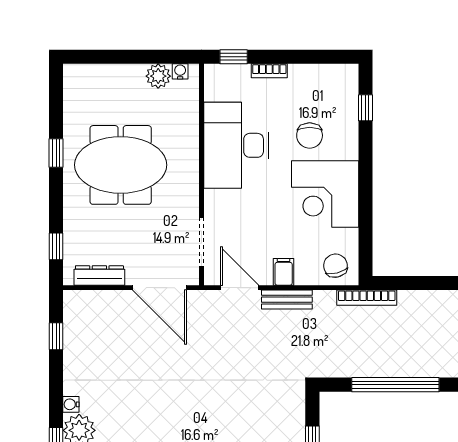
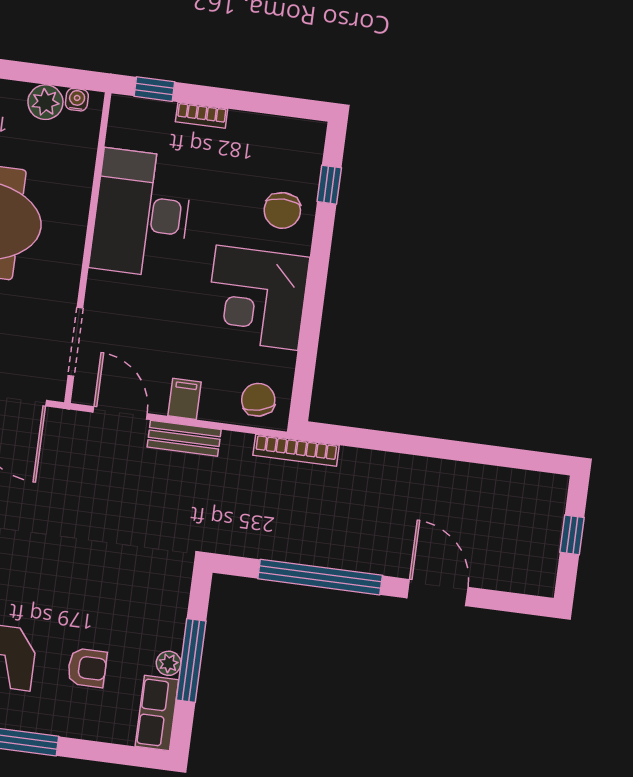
chair: (310, 135) -> (282, 210), moved

